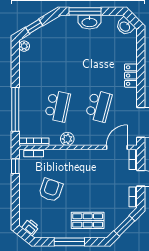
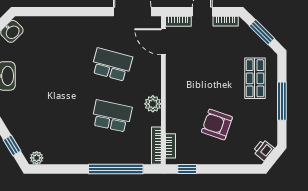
locker: (131, 76) -> (74, 24), removed

